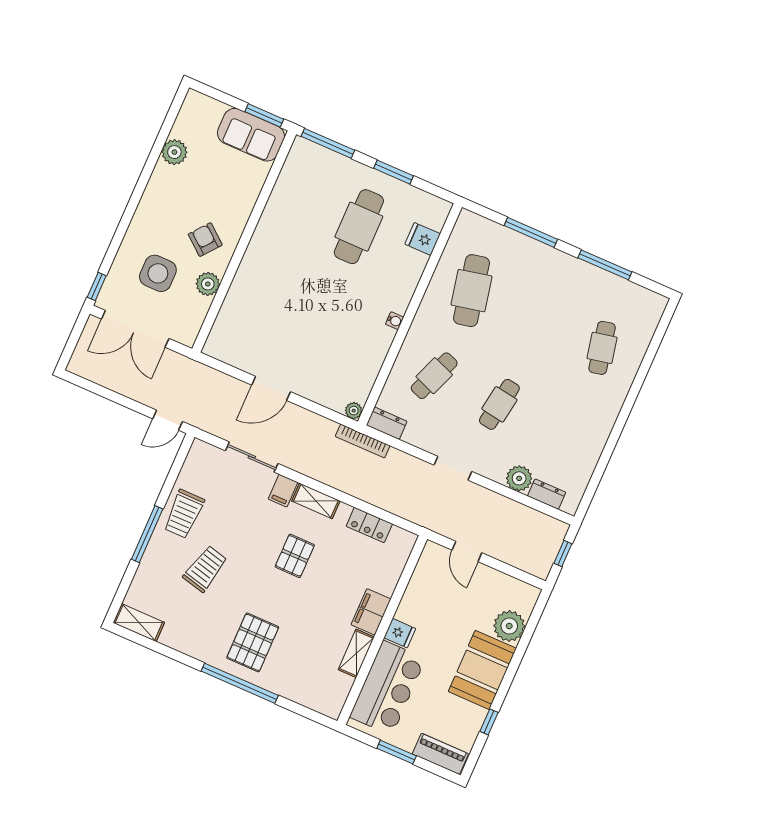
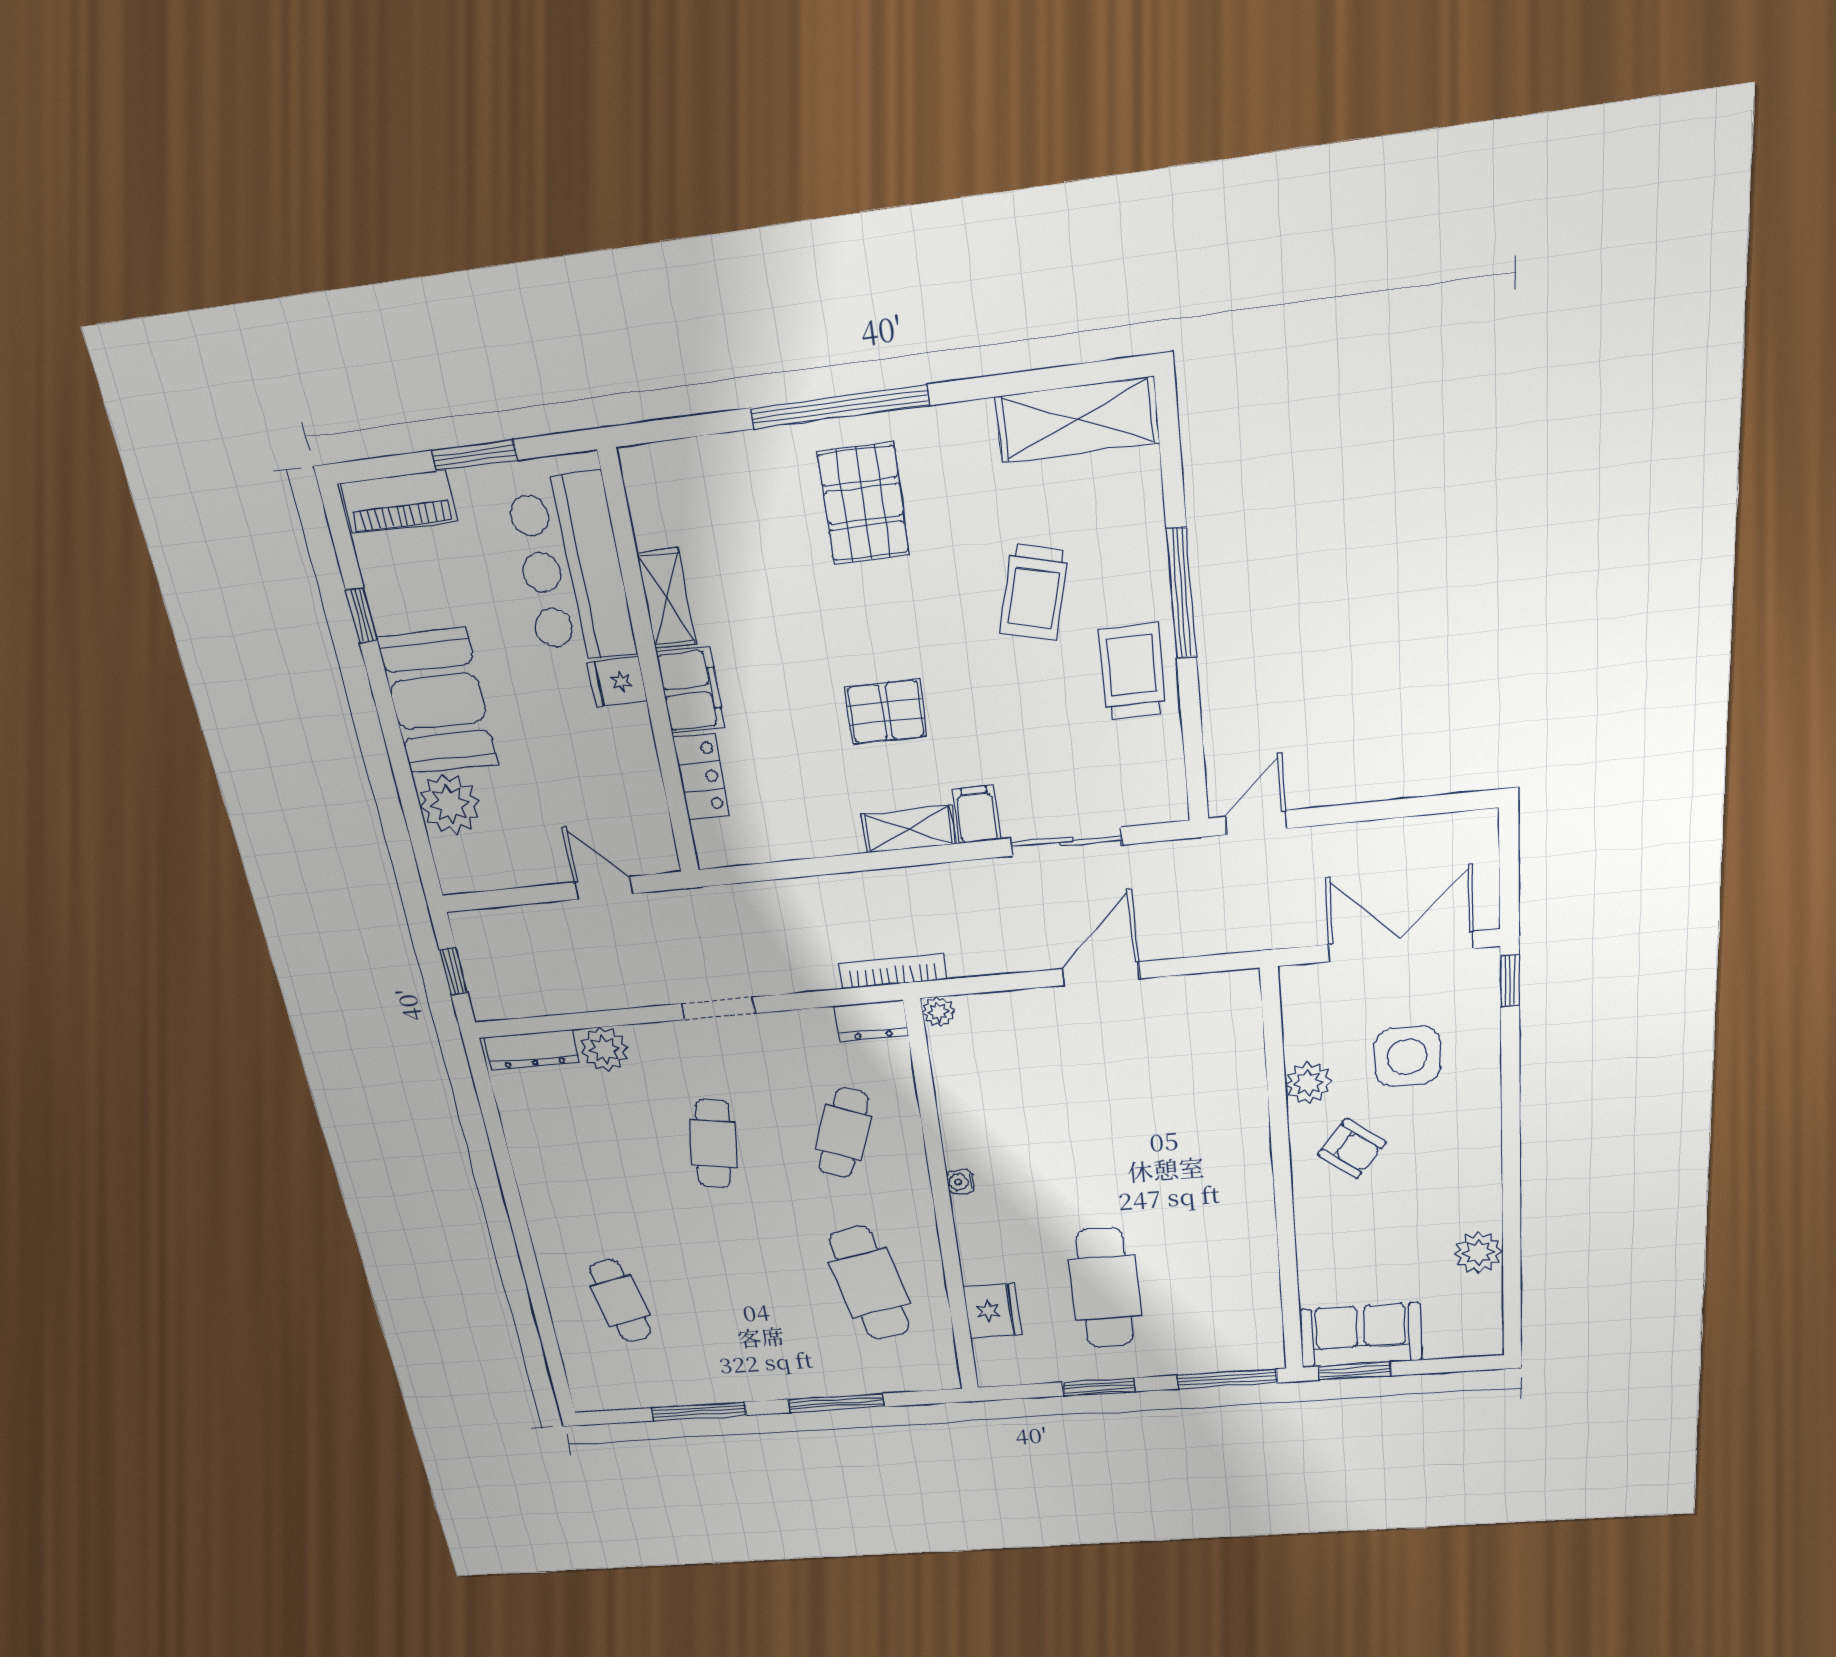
fridge: (423, 239) -> (992, 1311), width x1.38
dresser: (547, 494) -> (532, 1050), width x1.44
locker: (369, 525) -> (702, 777), moved, turned 90
pallet: (295, 556) -> (886, 712), turned 90
shelving: (139, 623) -> (1077, 420), width x1.50, depth x1.33

